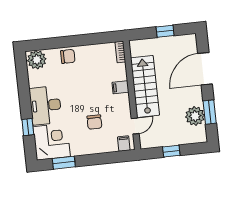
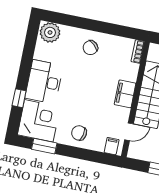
chair: (68, 56) -> (90, 48), moved, turned 133
filing cabinet: (120, 87) -> (125, 94), width x2.00
chair: (94, 122) -> (79, 133), moved, turned 102

